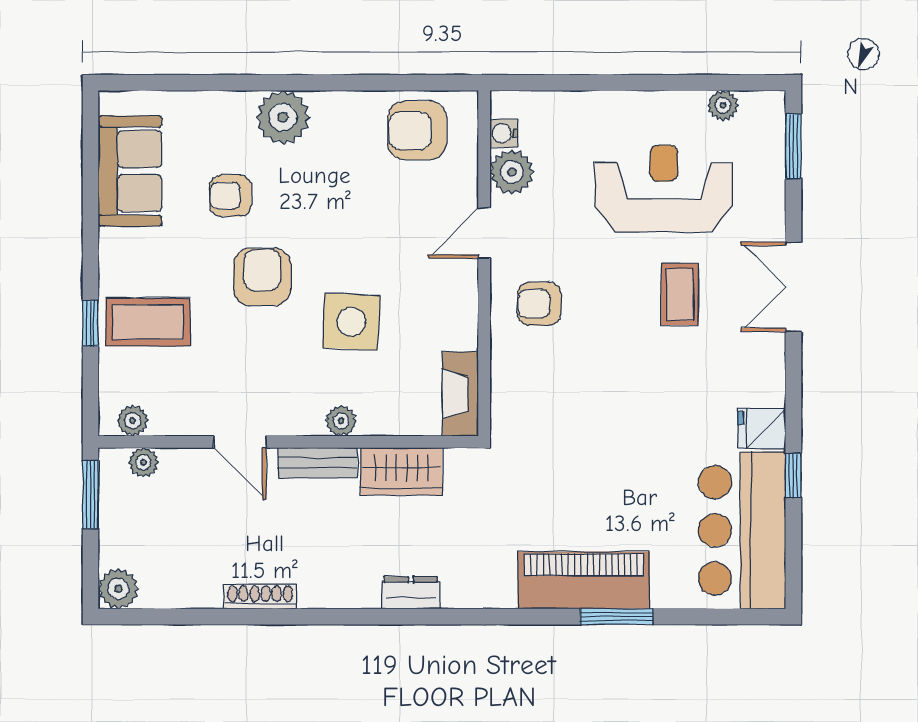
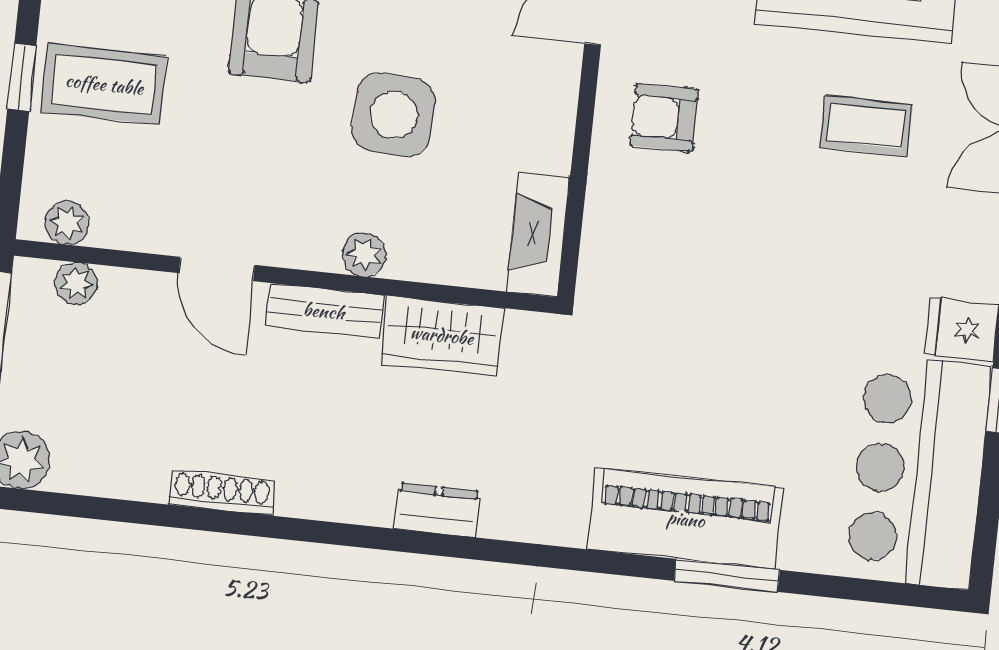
coffee table: (680, 294) -> (866, 126), turned 90

